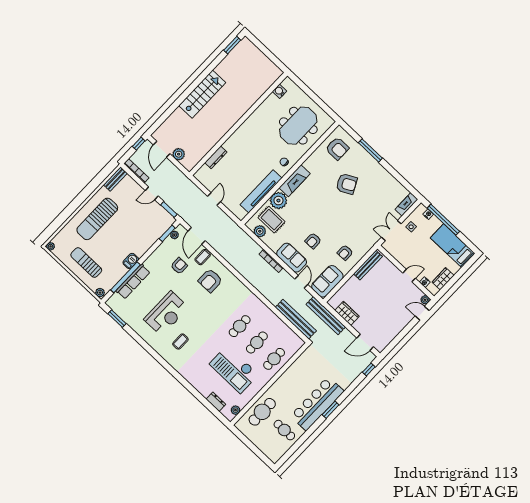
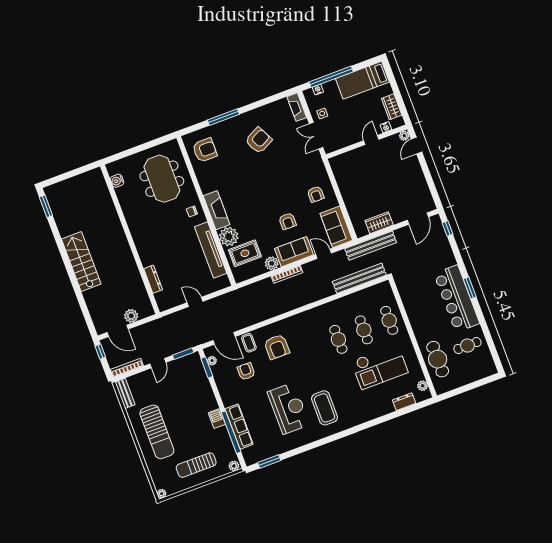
armchair: (347, 184) -> (259, 140), moved
plant: (260, 231) -> (272, 263), moved
bench: (368, 265) -> (340, 177), removed
coffee table: (180, 342) -> (325, 408), width x1.86, depth x1.72

